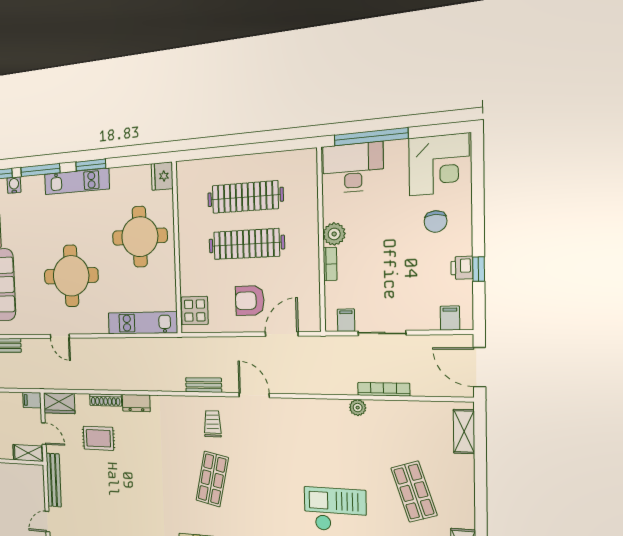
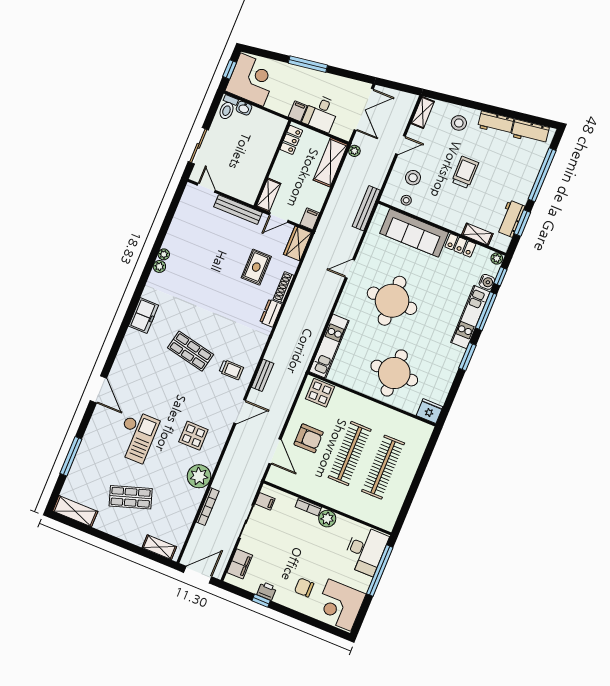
kitchen unit: (77, 182) -> (470, 317), moved
armchair: (250, 301) -> (309, 438), turned 90
filing cabinet: (450, 318) -> (240, 564), width x2.00
plant: (358, 408) -> (199, 476), width x1.88, depth x1.88
display table: (305, 440) -> (193, 436), added

